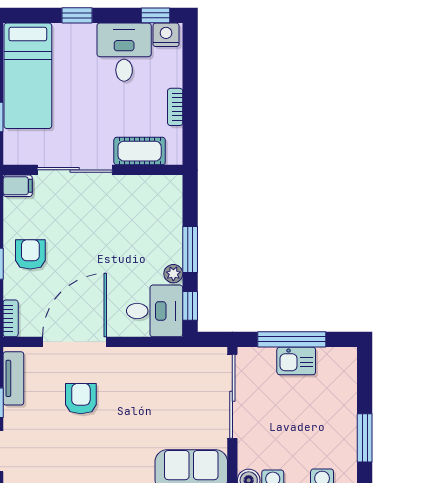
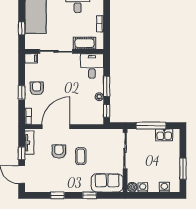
desk: (155, 311) -> (92, 66), moved, turned -90
kitchen sink: (296, 361) -> (164, 135), moved
coffee table: (131, 409) -> (81, 156), added

